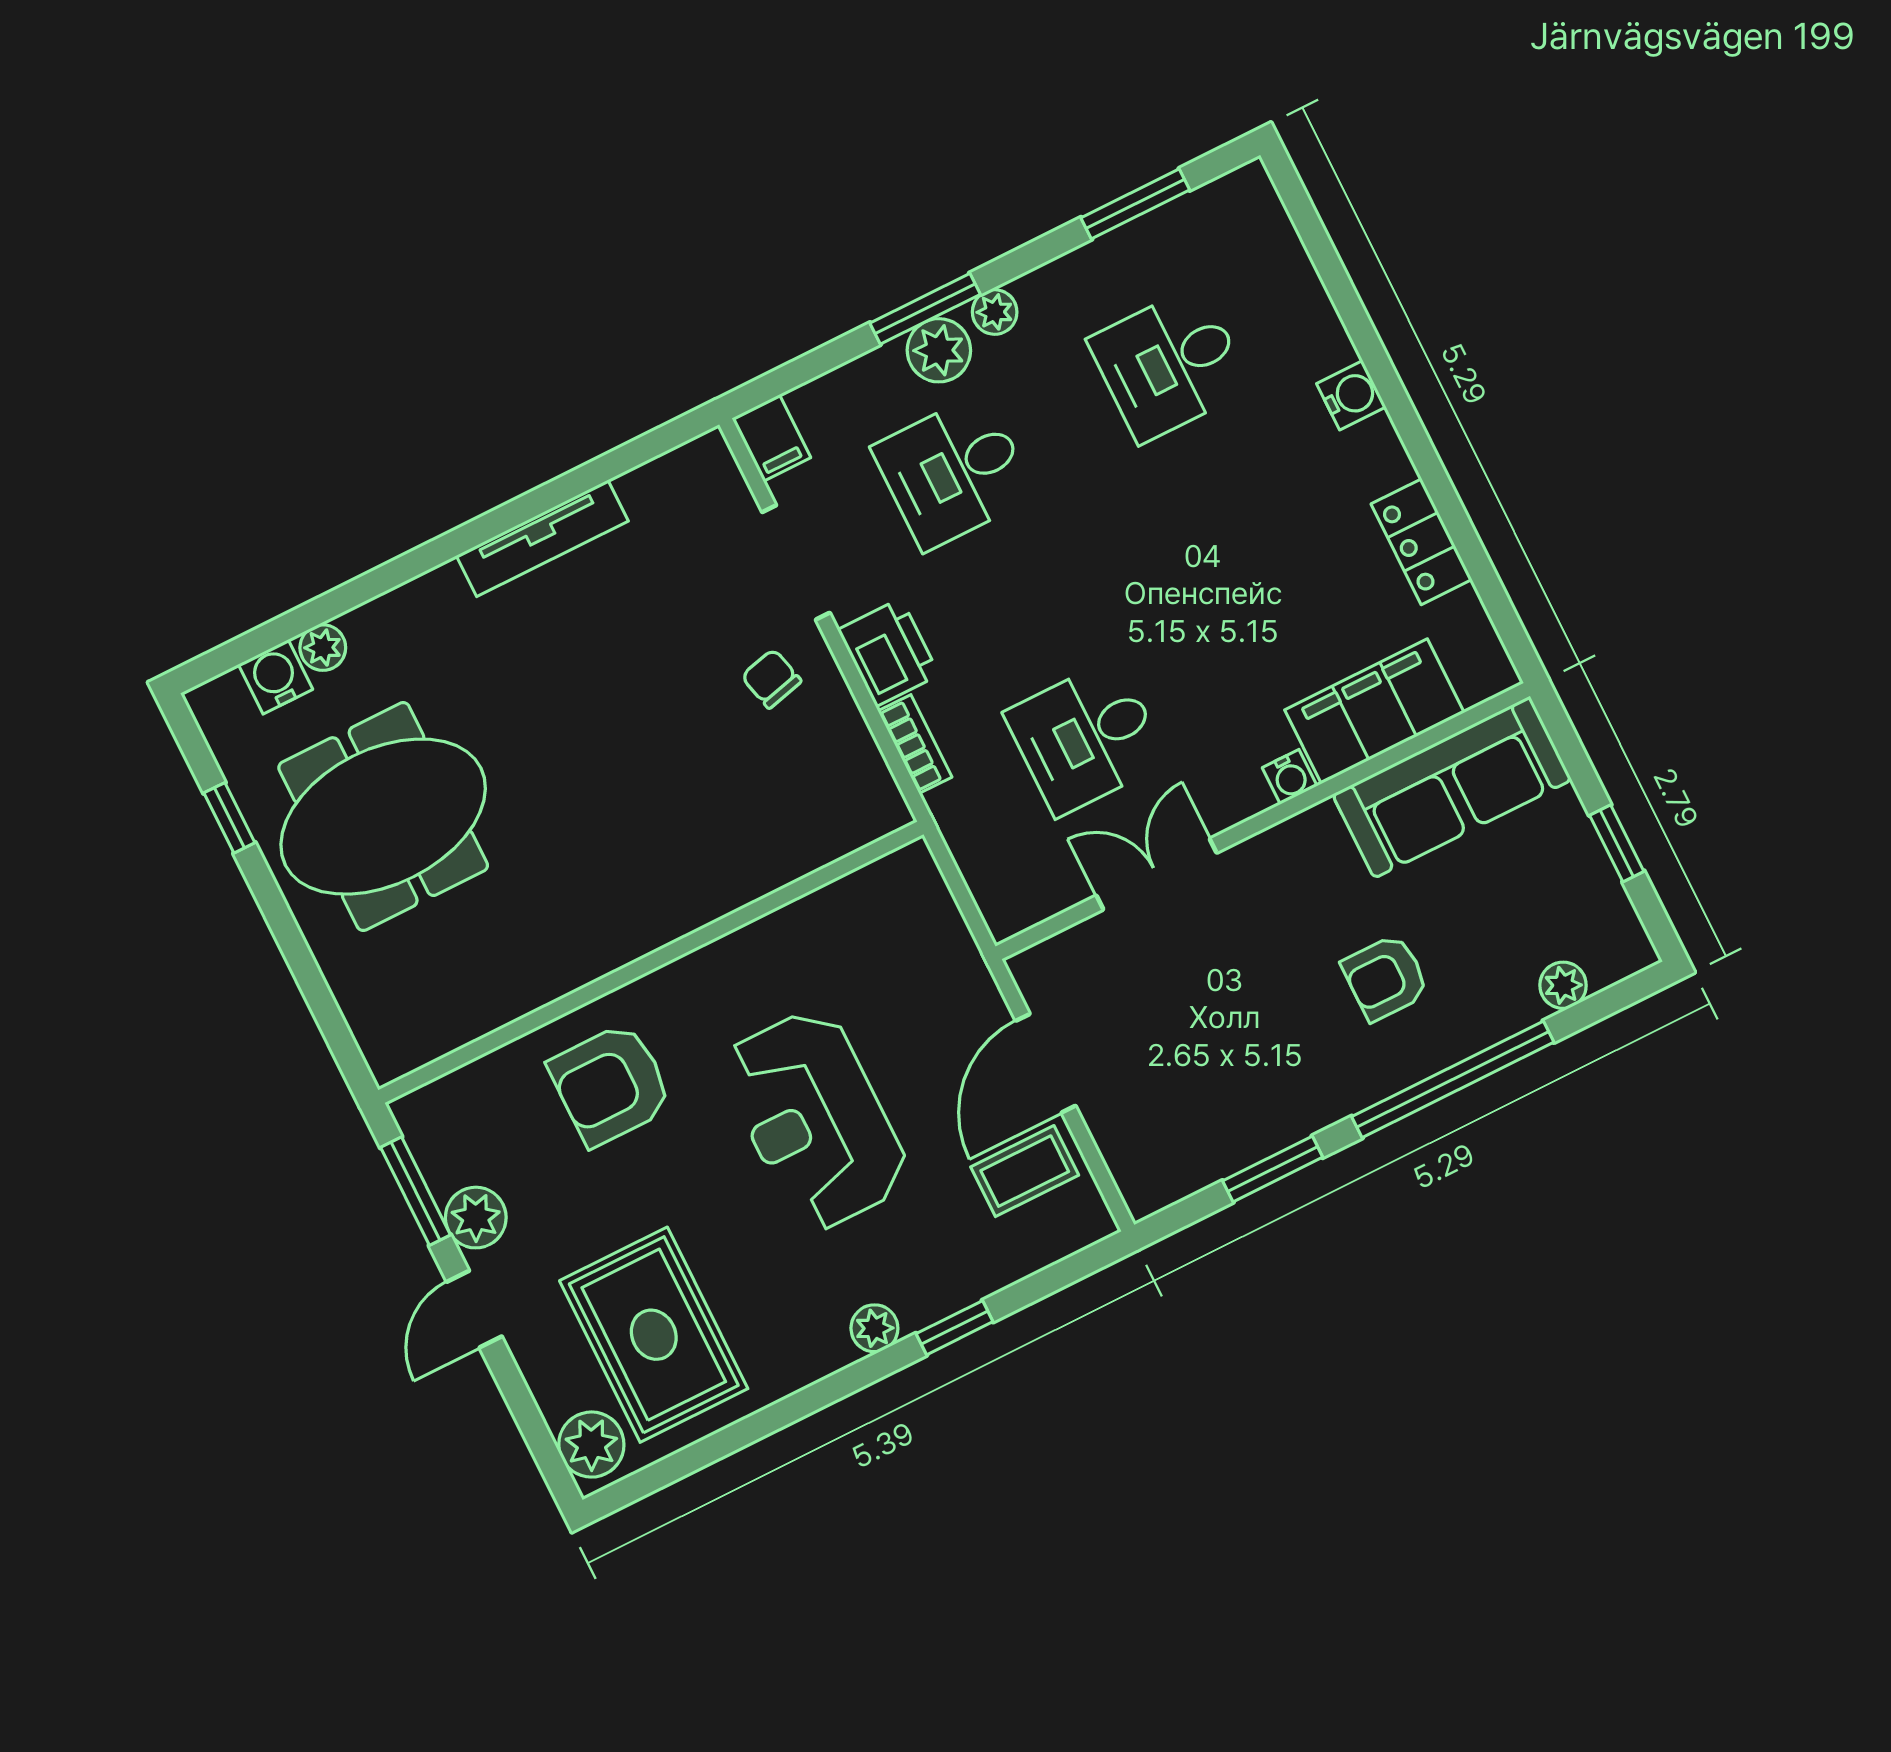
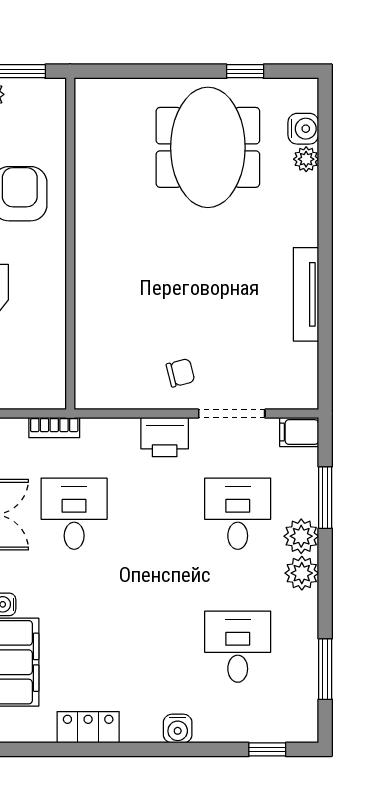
window: (1312, 233) -> (267, 749), added
window: (925, 309) -> (325, 498), moved
plant: (995, 312) -> (302, 573), width x1.38, depth x1.38
bookcase: (915, 744) -> (54, 428), moved

